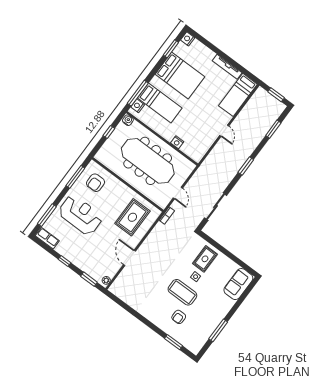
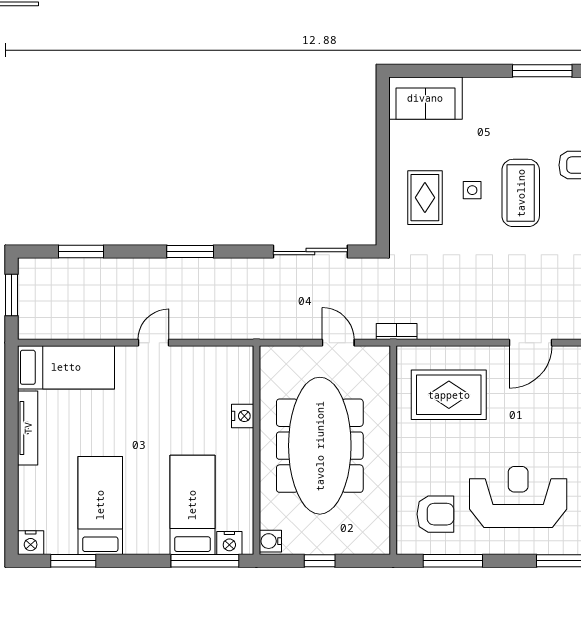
bed: (180, 75) -> (100, 505), width x0.67
door: (178, 193) -> (338, 343), hinge flipped
reception desk: (80, 215) -> (518, 497), turned 90
rug: (205, 259) -> (425, 198), turned 90

